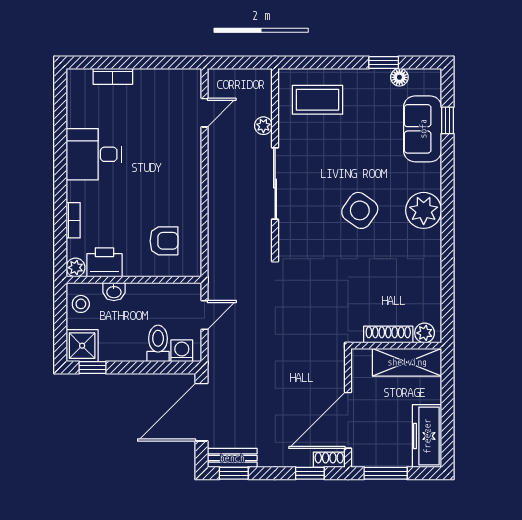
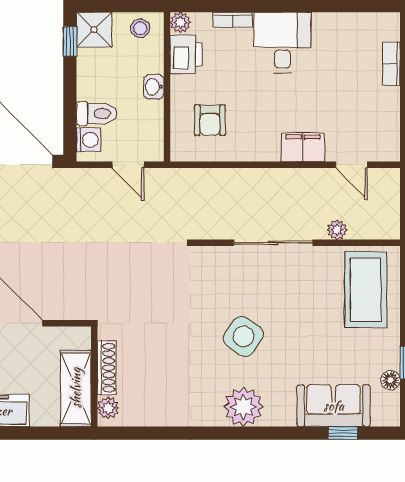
coffee table: (318, 100) -> (366, 290), width x1.36, depth x1.32
desk: (94, 154) -> (283, 43), moved
filing cabinet: (188, 157) -> (303, 147), added
washbasin: (114, 292) -> (154, 87), moved

